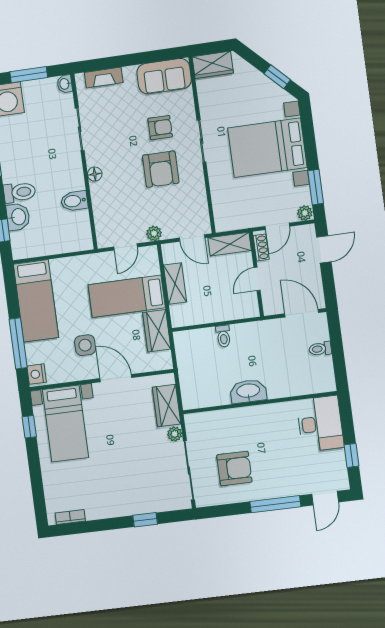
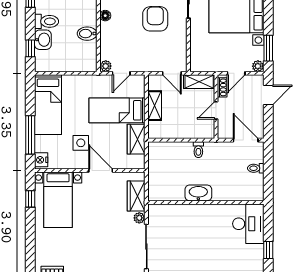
armchair: (161, 169) -> (155, 19), turned 180
plant: (154, 233) -> (106, 66), moved
toilet: (223, 336) -> (198, 150), moved
armchair: (234, 468) -> (180, 249), removed

